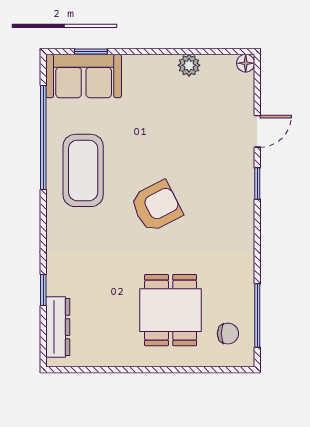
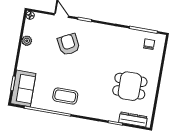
coffee table: (83, 170) -> (65, 96), width x0.73, depth x0.76
armchair: (156, 206) -> (69, 44), moved
dining table: (171, 310) -> (130, 86), moved

